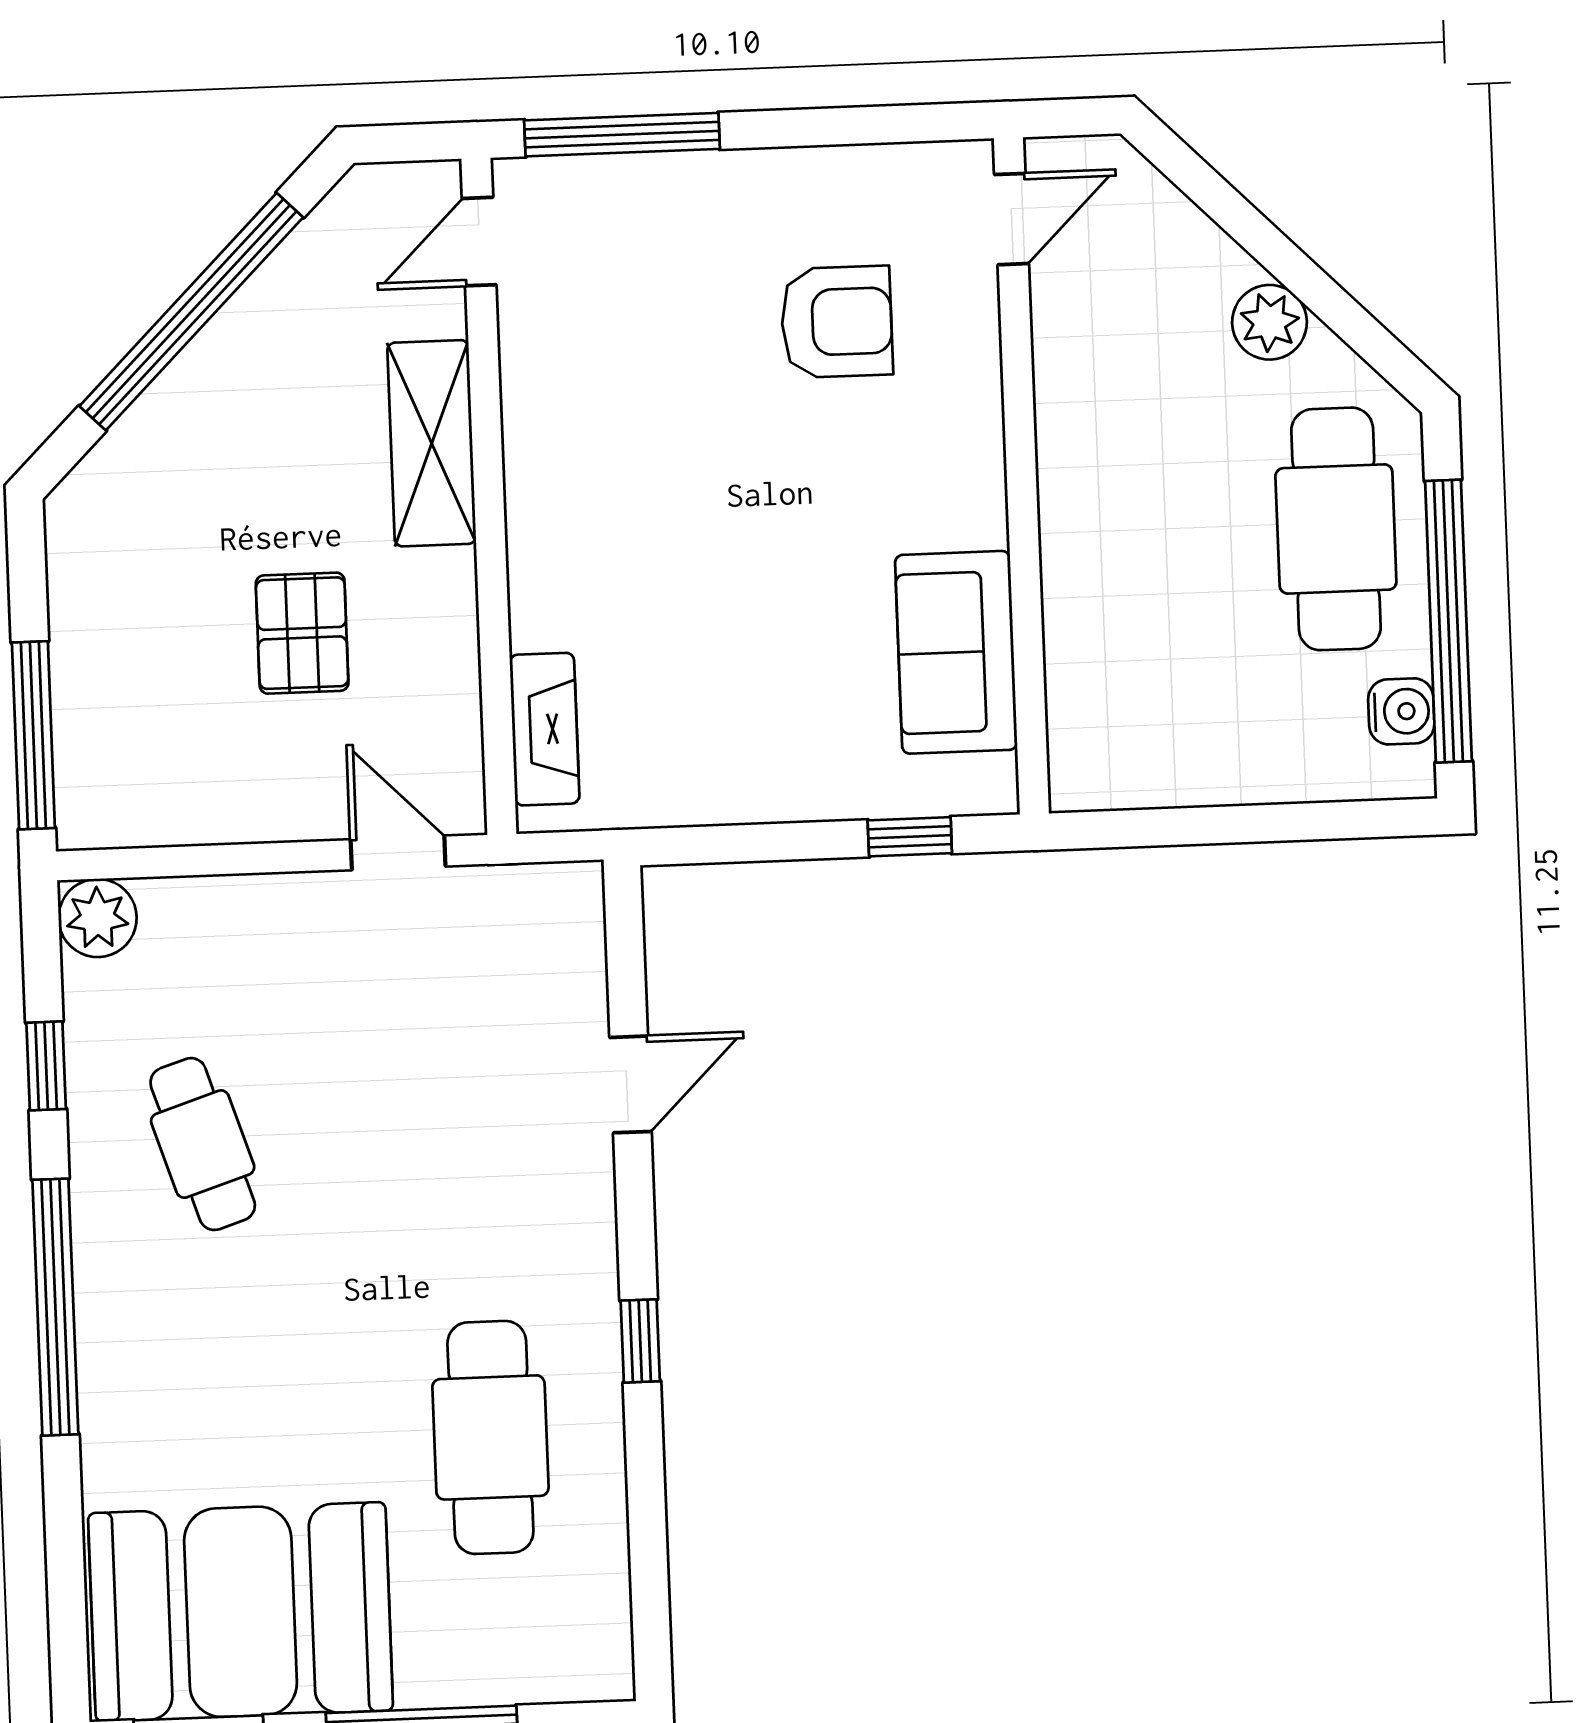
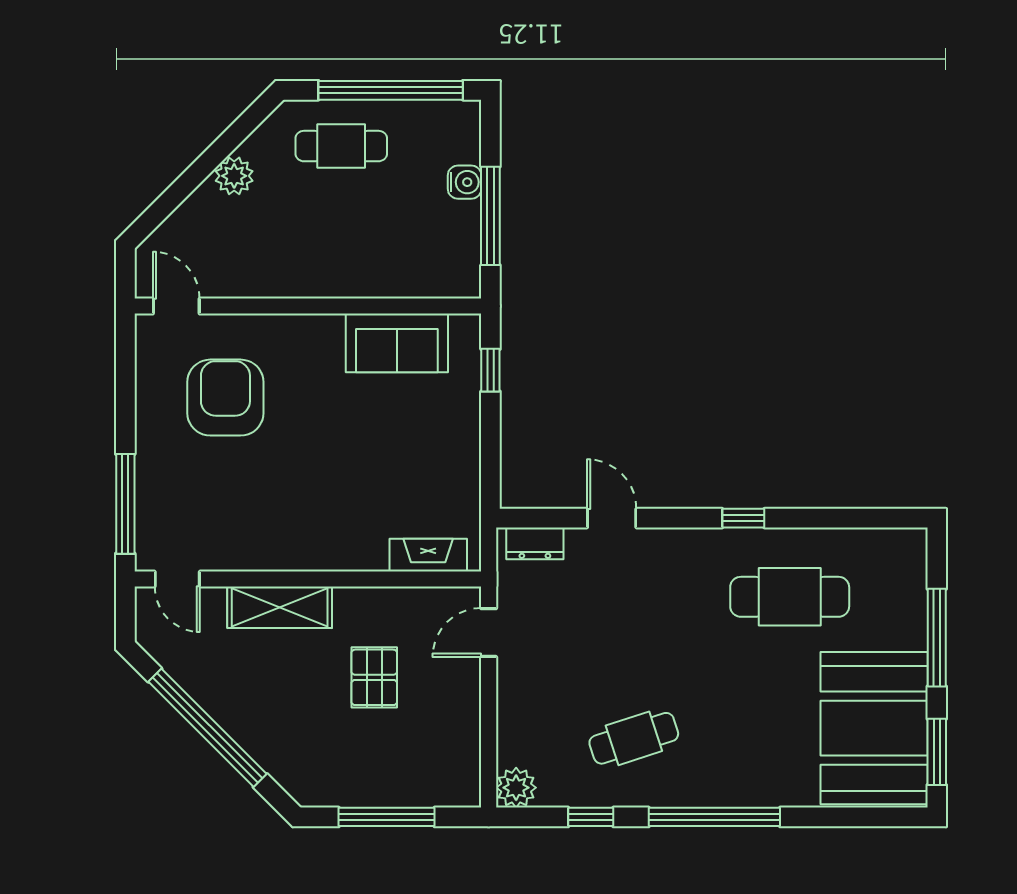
armchair: (837, 322) -> (225, 398), width x1.36, depth x1.36
cafe table: (1336, 529) -> (341, 146), width x0.73, depth x0.74
pallet: (302, 633) -> (374, 677), turned 90
water cooler: (1401, 711) -> (465, 182), moved, turned 90
window: (33, 735) -> (387, 817), moved
window: (1211, 825) -> (490, 216), added
dresser: (576, 936) -> (535, 543), added

